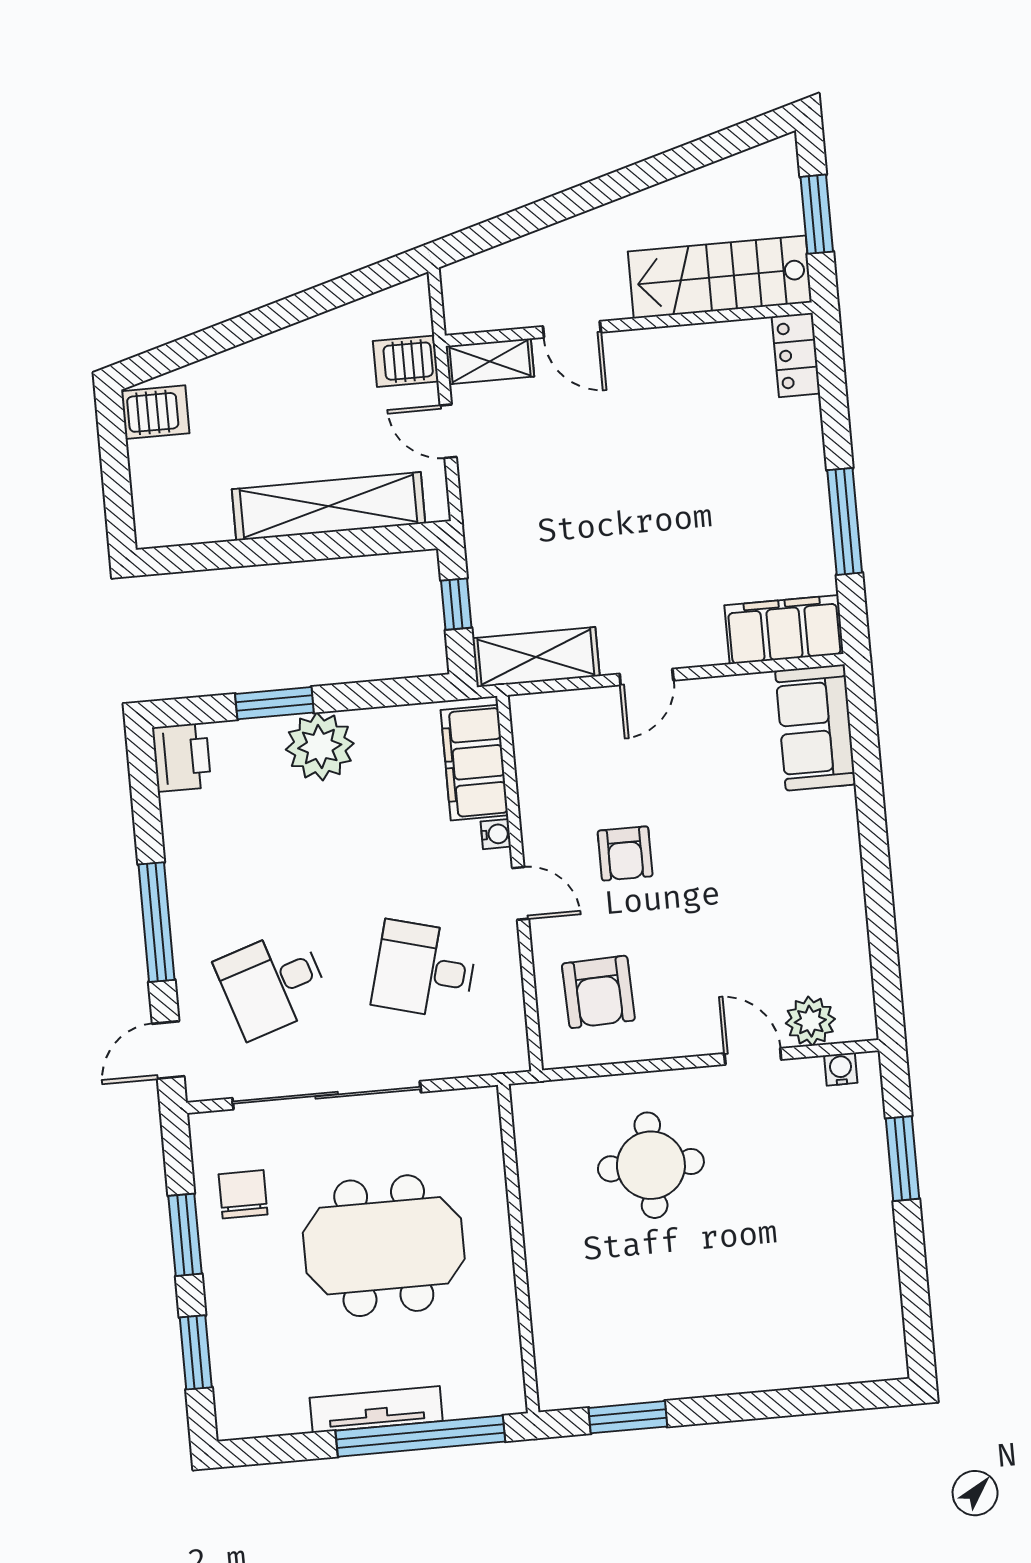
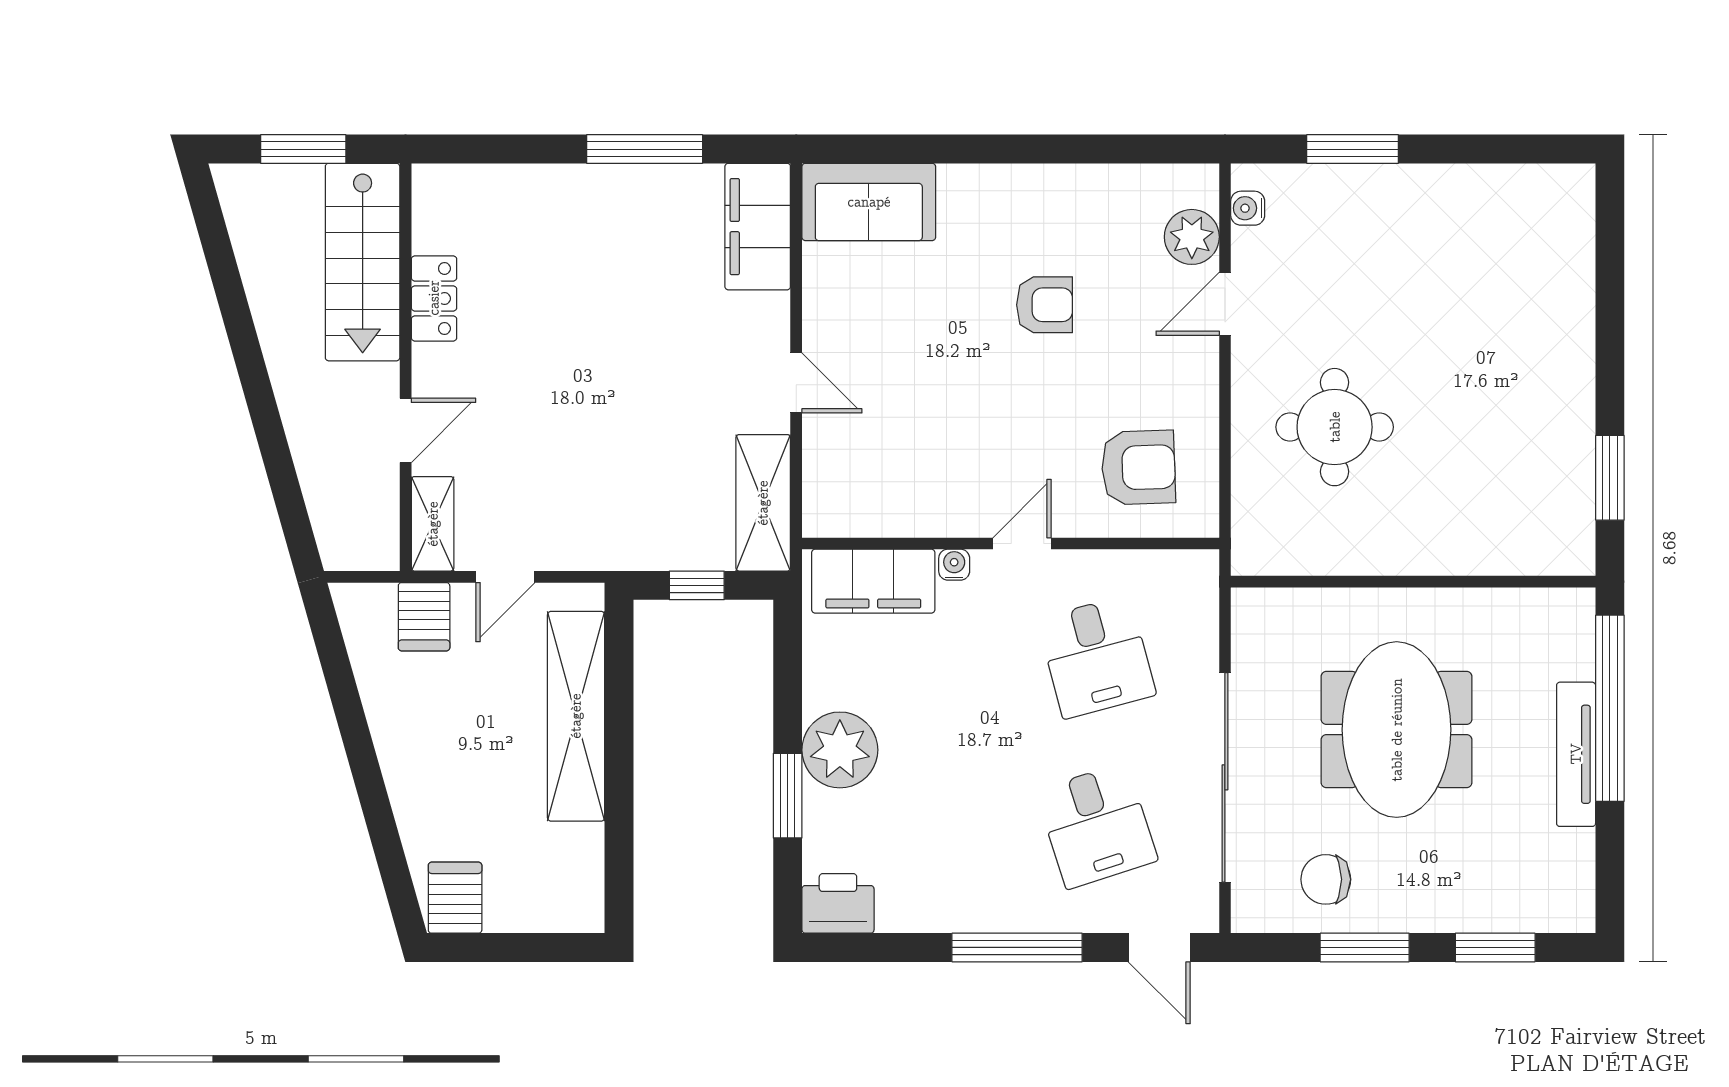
locker: (796, 355) -> (434, 298), moved, turned -90
armchair: (625, 853) -> (1045, 305), moved
desk: (425, 970) -> (1096, 657), turned -30

